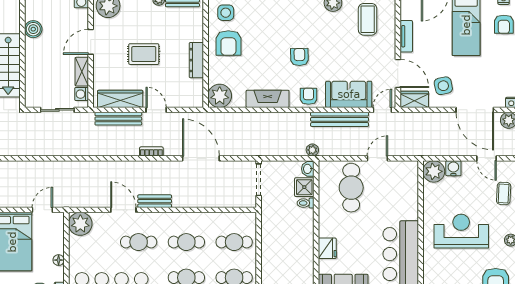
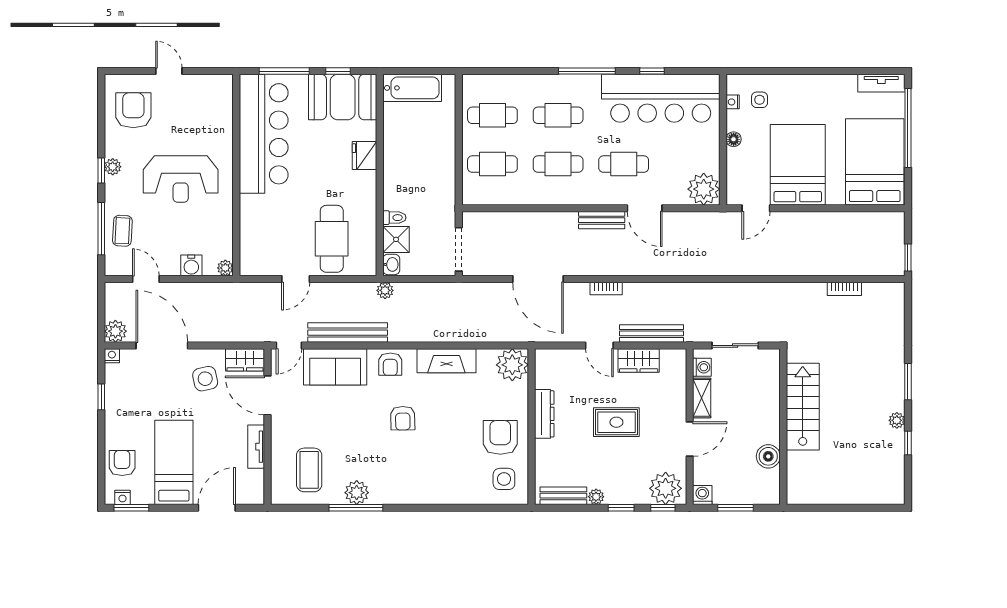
wardrobe: (120, 99) -> (639, 361), width x0.67
plant: (434, 171) -> (225, 268), width x0.53, depth x0.53

